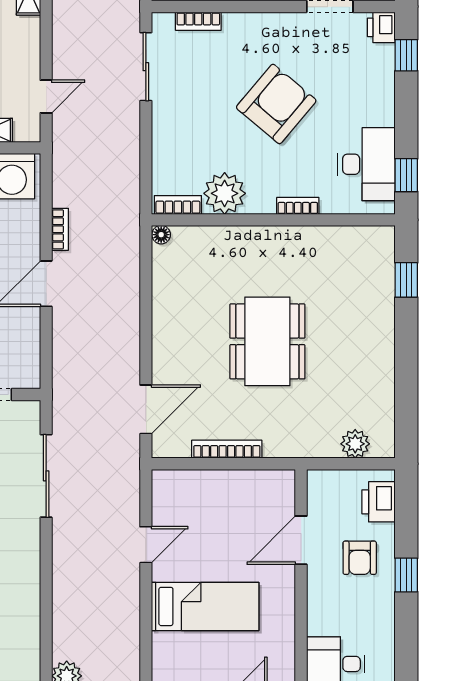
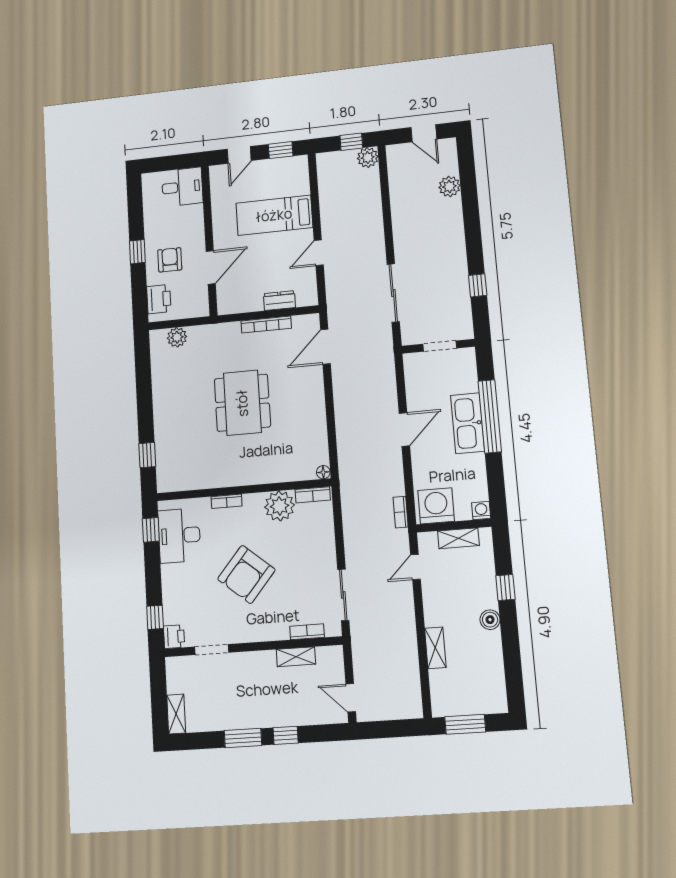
bookcase: (60, 229) -> (401, 512), moved
dresser: (206, 482) -> (279, 301), added

